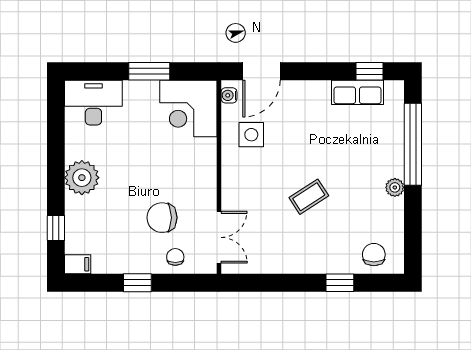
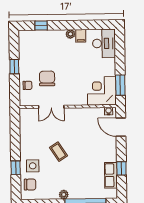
window: (149, 71) -> (120, 85), moved
window: (369, 71) -> (121, 168), moved
side table: (251, 135) -> (33, 166), moved
plant: (82, 178) -> (70, 34), width x0.53, depth x0.53
double door: (219, 237) -> (51, 107), moved
filing cabinet: (78, 264) -> (81, 36), moved

